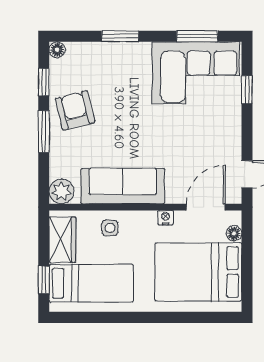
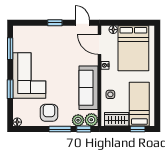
corner sofa: (196, 73) -> (29, 75), moved
window: (44, 82) -> (84, 129), moved
window: (247, 90) -> (55, 23), moved
armchair: (75, 110) -> (49, 113), turned 104
plant: (60, 166) -> (78, 120), added

